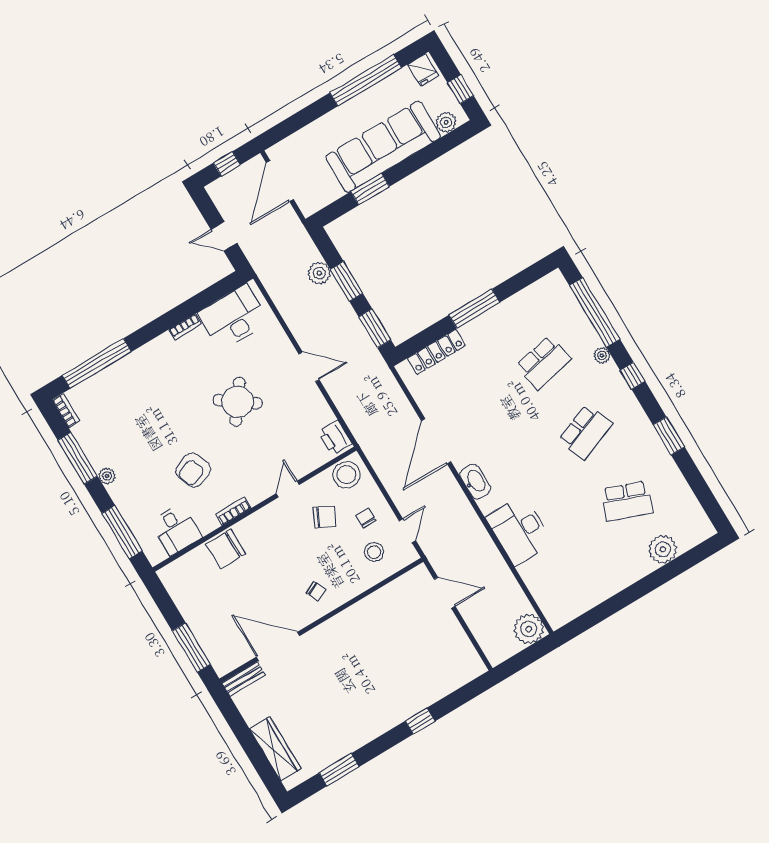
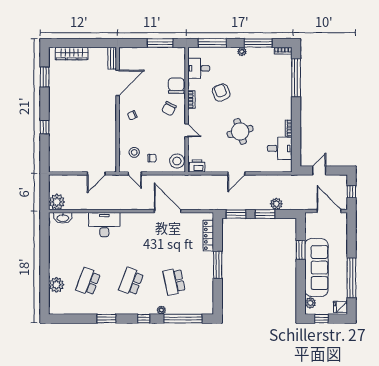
desk: (233, 317) -> (280, 148), width x0.73
round table: (238, 402) -> (240, 131), turned 38
school desk: (585, 432) -> (131, 282), turned 42
washbasin: (475, 482) -> (63, 218), moved
chair: (325, 517) -> (169, 109), moved
window: (191, 648) -> (160, 43), moved

